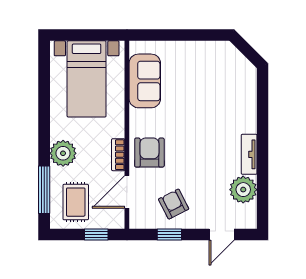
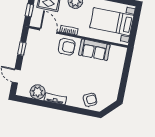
sofa: (145, 81) -> (94, 50), moved
armchair: (174, 204) -> (90, 100), moved

